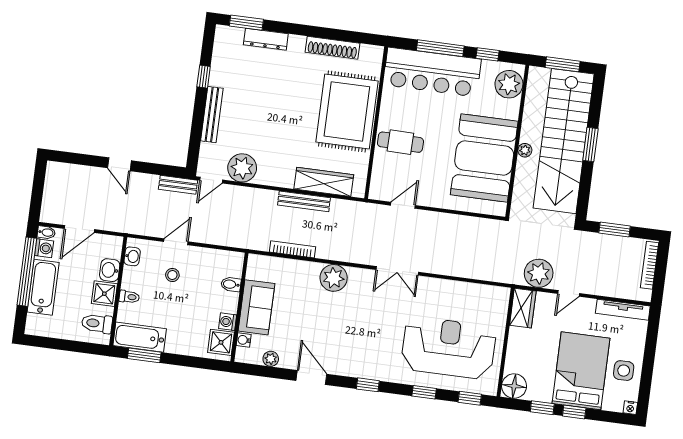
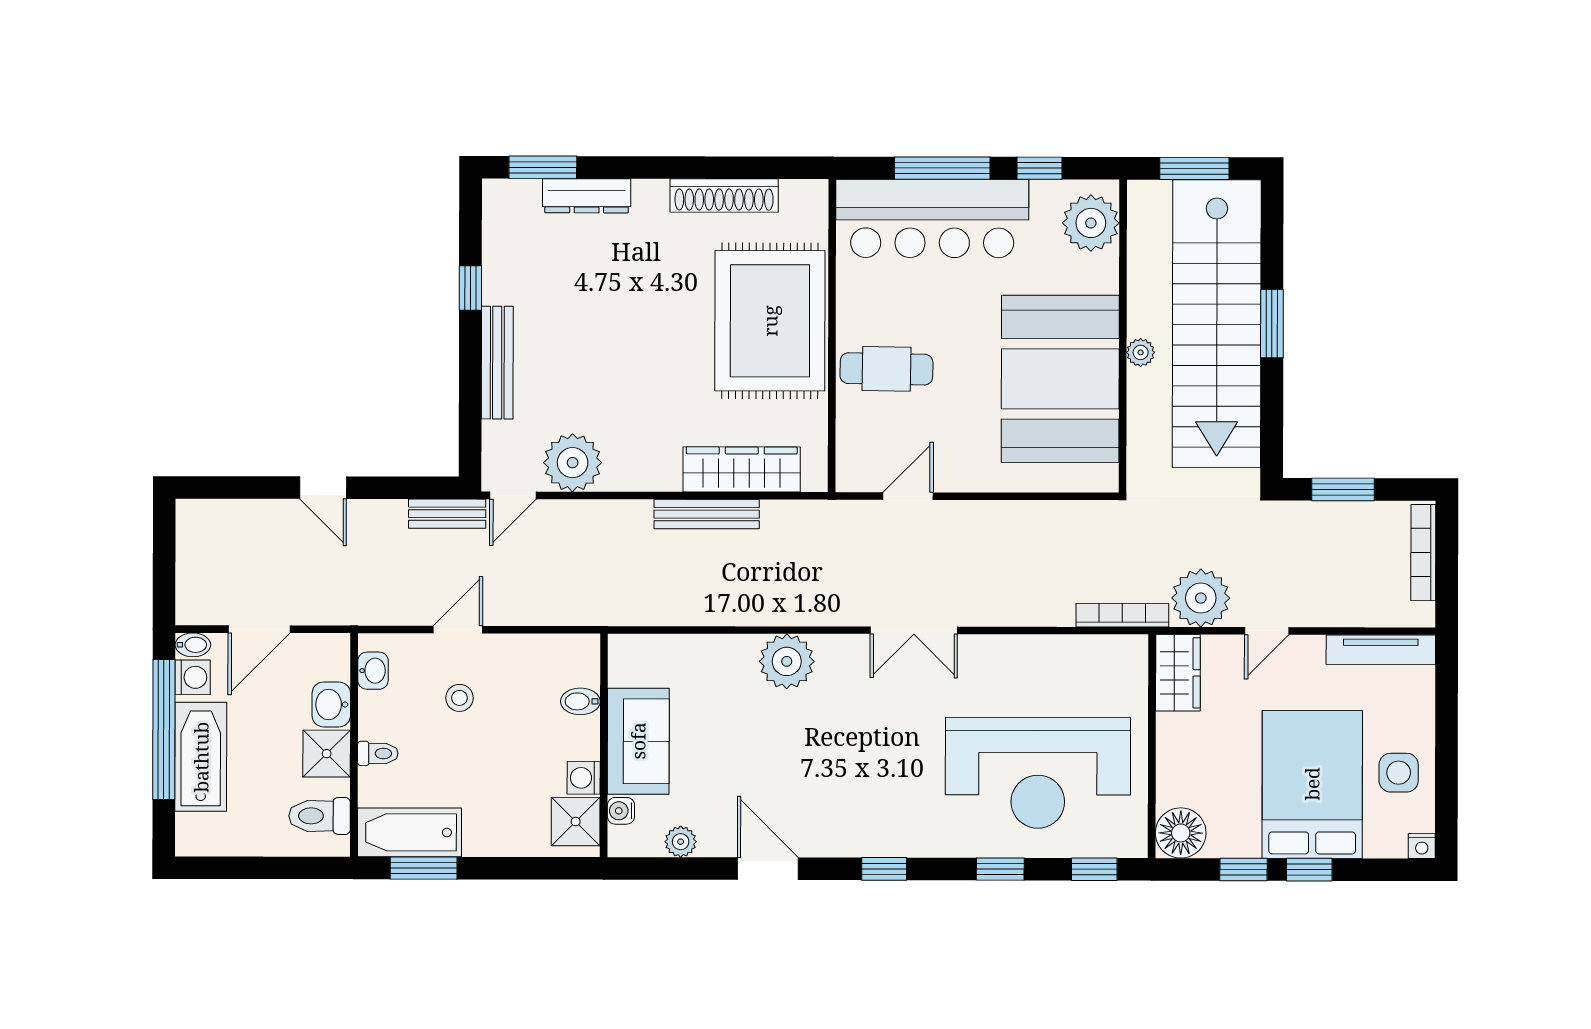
bookcase: (292, 249) -> (1122, 615), moved
reception desk: (448, 348) -> (1038, 773), turned 180

